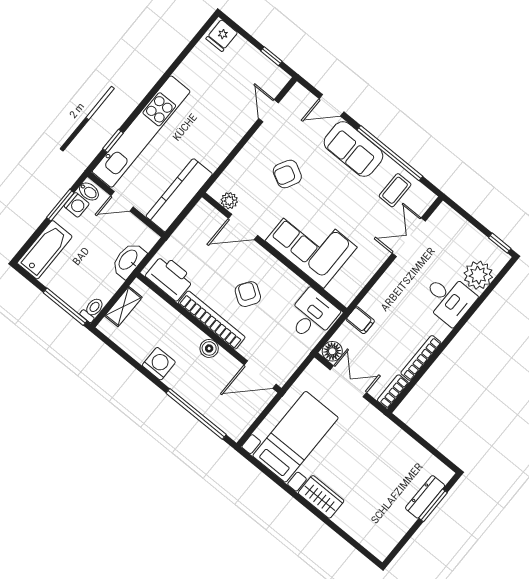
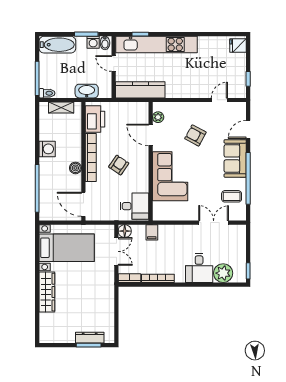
door: (331, 105) -> (248, 129), hinge flipped
wardrobe: (321, 497) -> (47, 292), width x1.50

